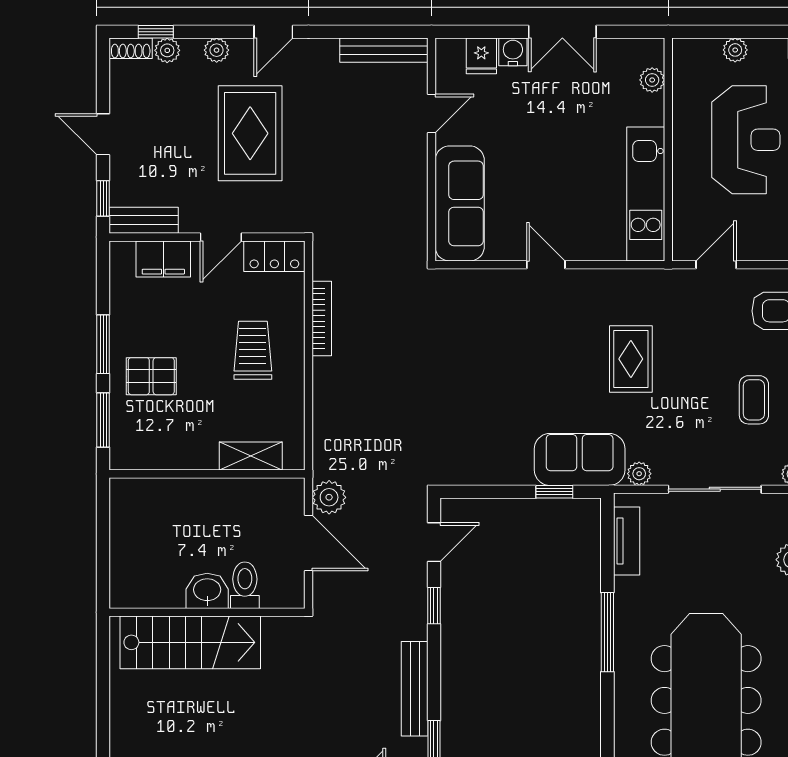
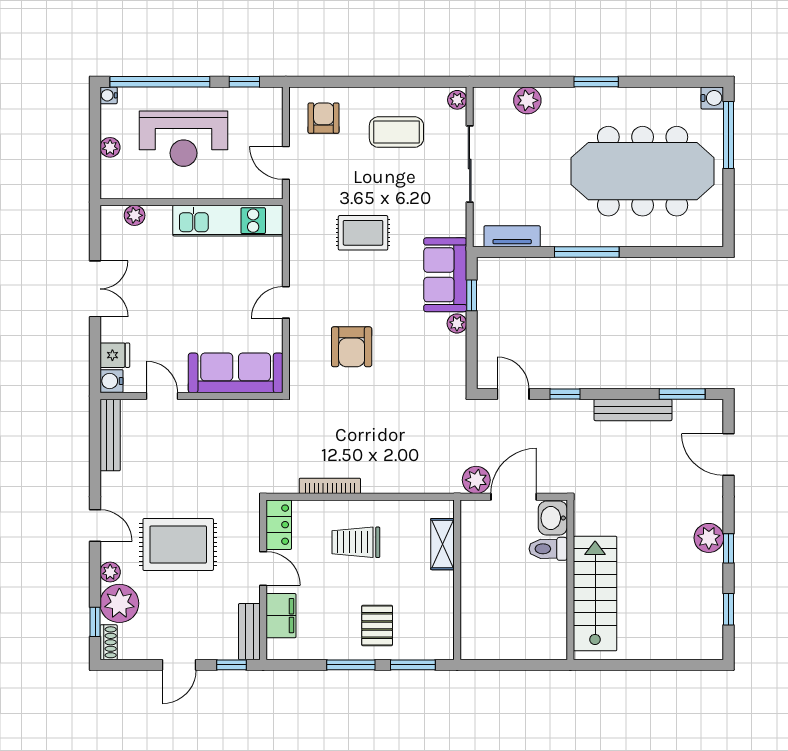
plant: (167, 50) -> (119, 603), width x1.87, depth x1.87
water cooler: (513, 52) -> (111, 381), moved
reception desk: (746, 140) -> (183, 139), turned 180
armchair: (492, 345) -> (352, 347), added
coffee table: (754, 400) -> (396, 132), width x1.36, depth x1.30
plant: (639, 474) -> (457, 323), moved
washbasin: (207, 591) -> (553, 518), moved

